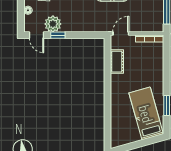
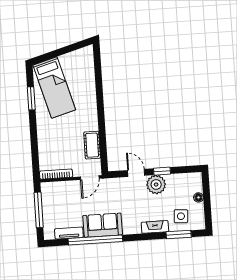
plant: (53, 24) -> (156, 184), moved
door: (37, 35) -> (136, 173), moved

